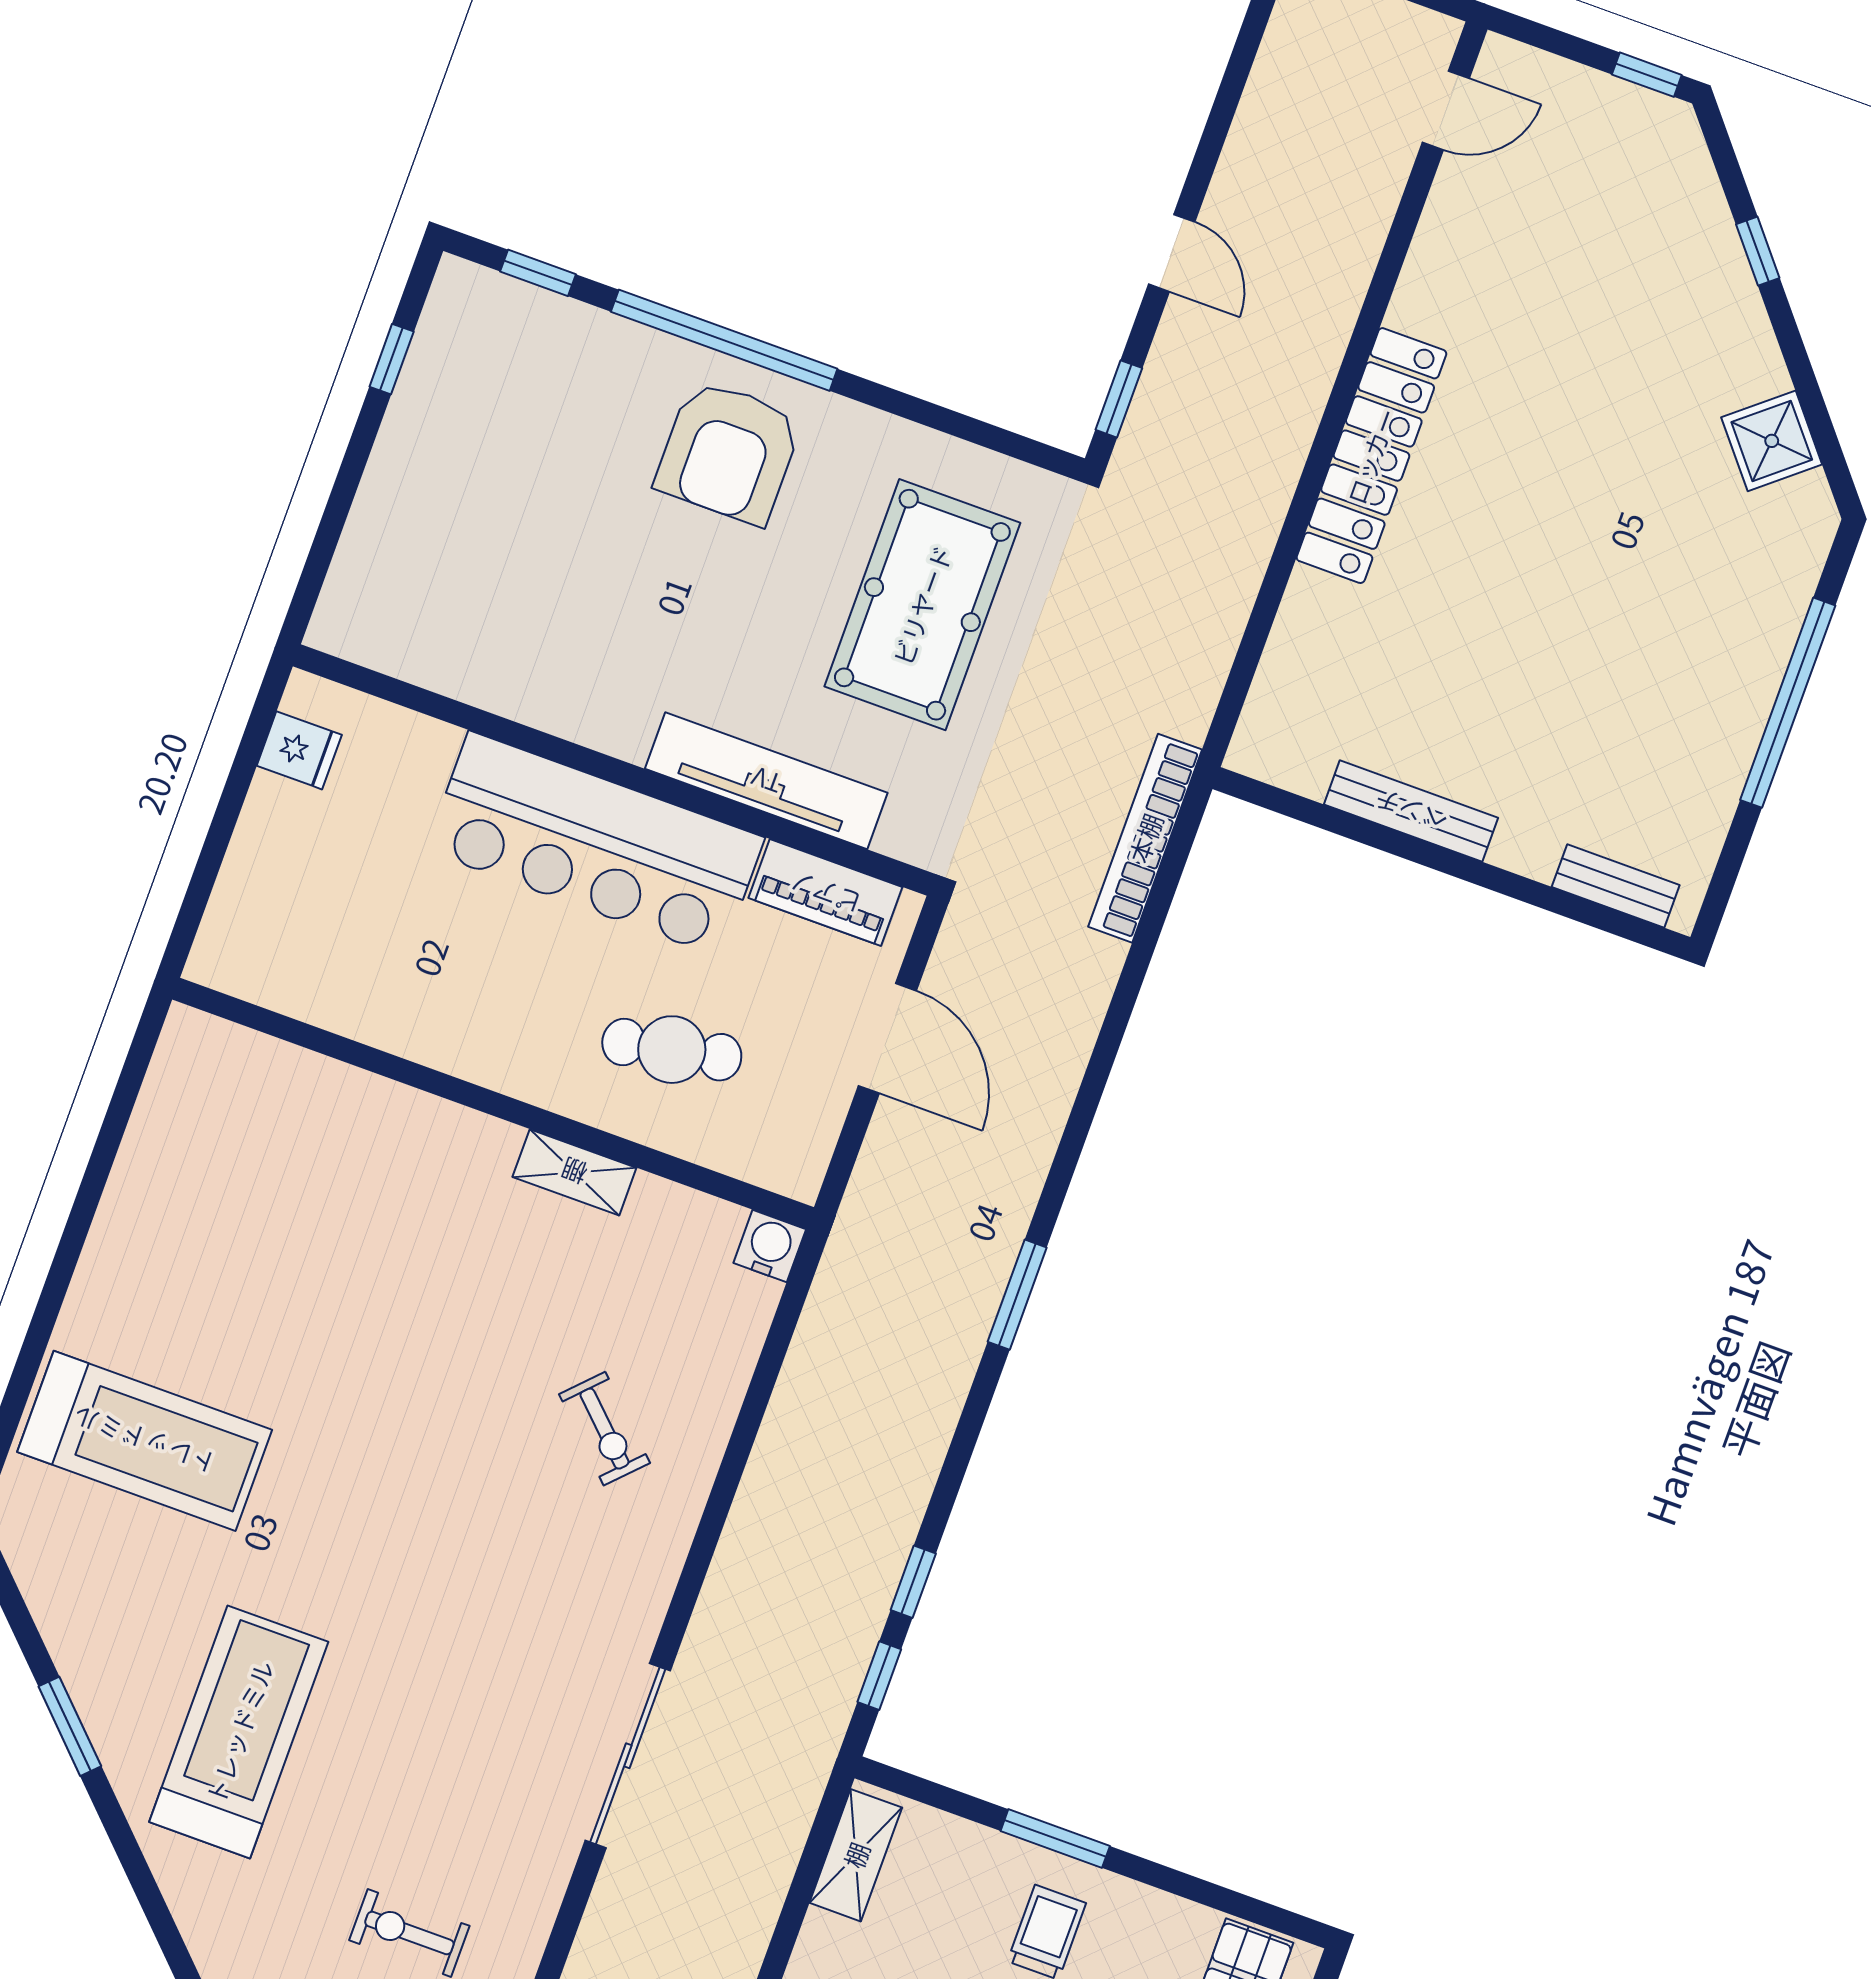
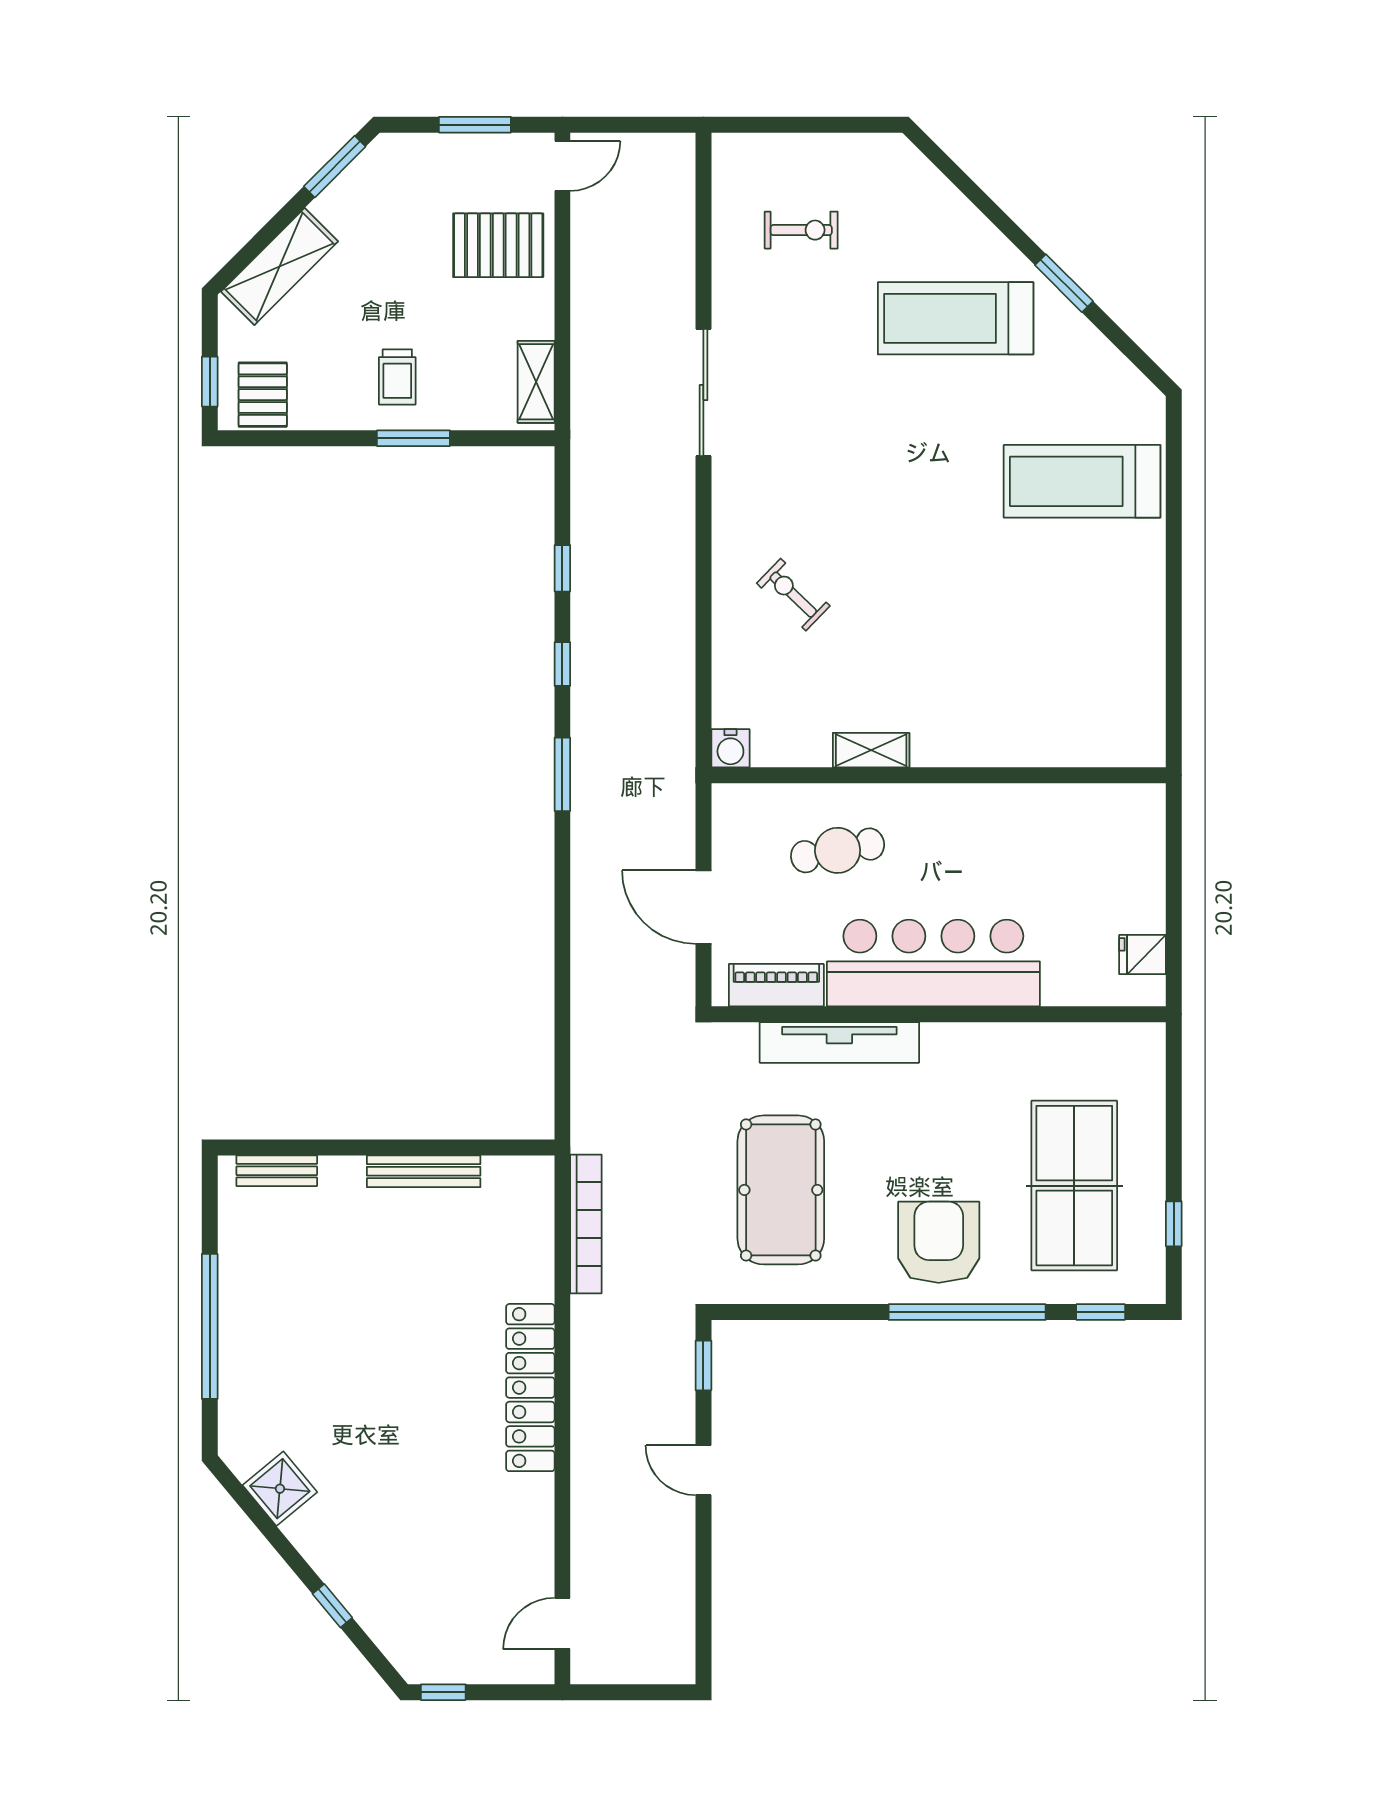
table tennis table: (511, 463) -> (1074, 1186), added
bookcase: (1145, 838) -> (586, 1224), moved
window: (879, 1676) -> (562, 664), moved
treadmill: (239, 1732) -> (956, 318), turned 90

